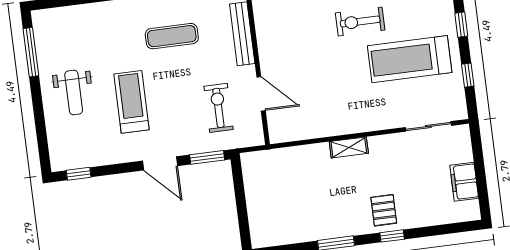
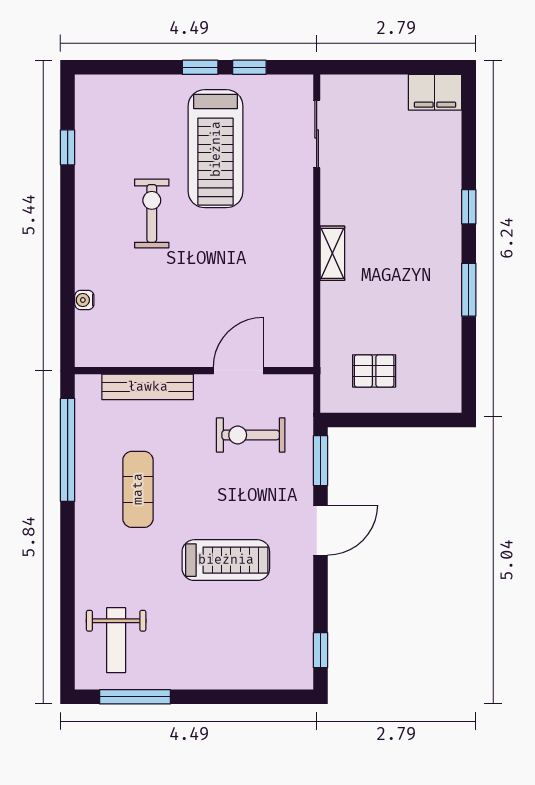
exercise bike: (360, 21) -> (152, 213), turned 180
window: (461, 25) -> (200, 67), moved
weight bench: (74, 93) -> (116, 640), moved, turned 90
treadmill: (132, 102) -> (226, 560), turned 180
filing cabinet: (464, 182) -> (435, 92), moved
pallet: (384, 210) -> (374, 371), moved

